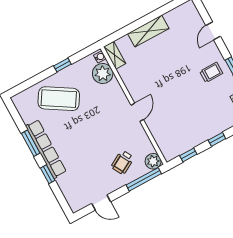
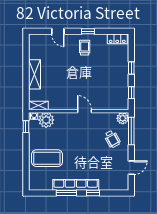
window: (62, 65) -> (26, 127), moved
coffee table: (59, 99) -> (47, 158), turned 58

